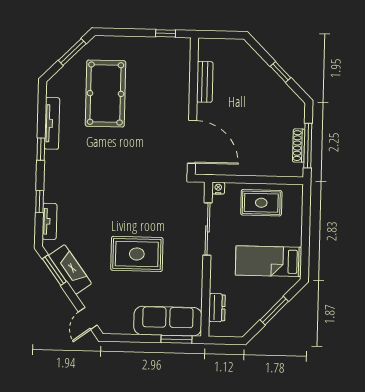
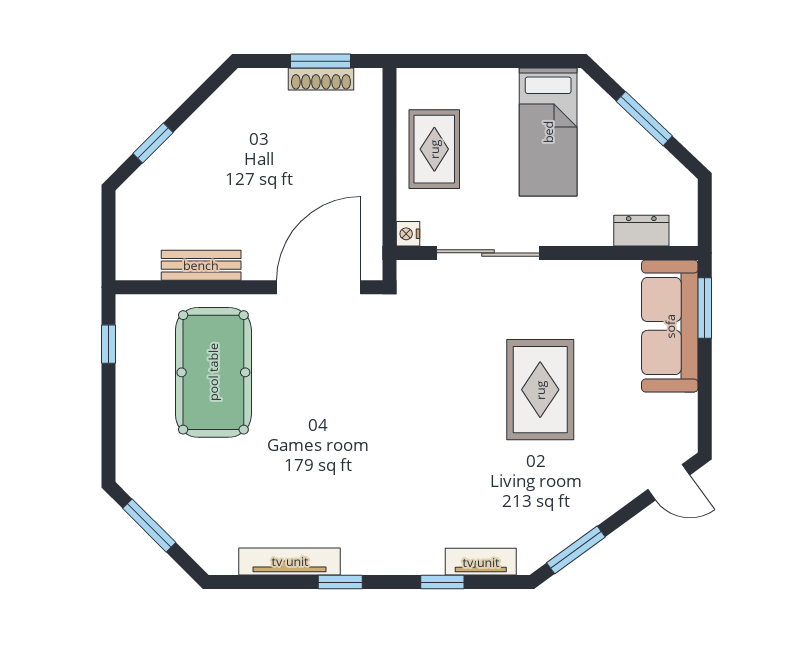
window: (280, 72) -> (153, 143), moved
pool table: (105, 93) -> (213, 372), moved, turned 90
window: (308, 146) -> (321, 61), width x0.69
fireplace: (70, 269) -> (574, 519), removed

